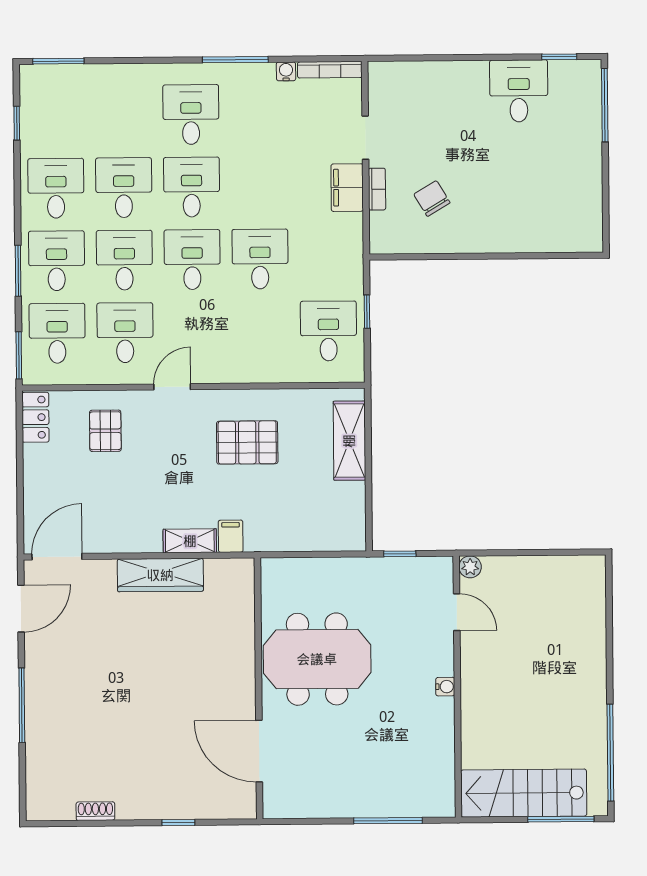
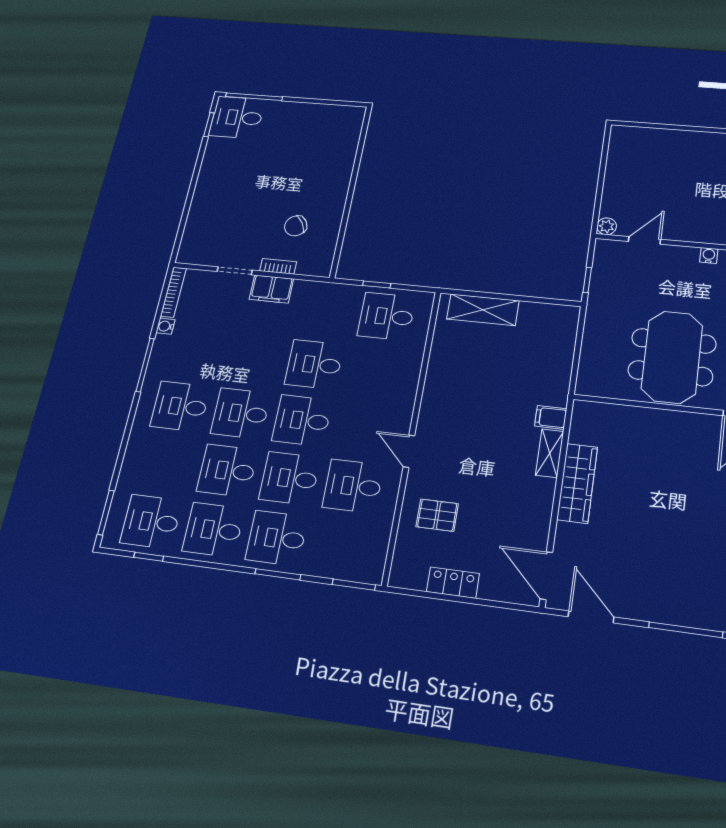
desk: (519, 91) -> (237, 117), moved
desk: (57, 333) -> (151, 522), moved
locker: (35, 417) -> (453, 583), moved
pallet: (247, 442) -> (470, 393), removed

